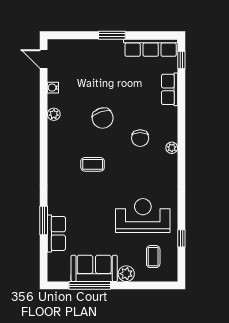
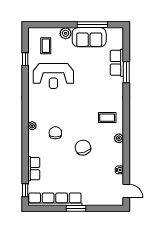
row of seats: (151, 48) -> (55, 199), width x1.36
plant: (54, 114) -> (119, 138), moved
coffee table: (93, 164) -> (107, 118), moved

